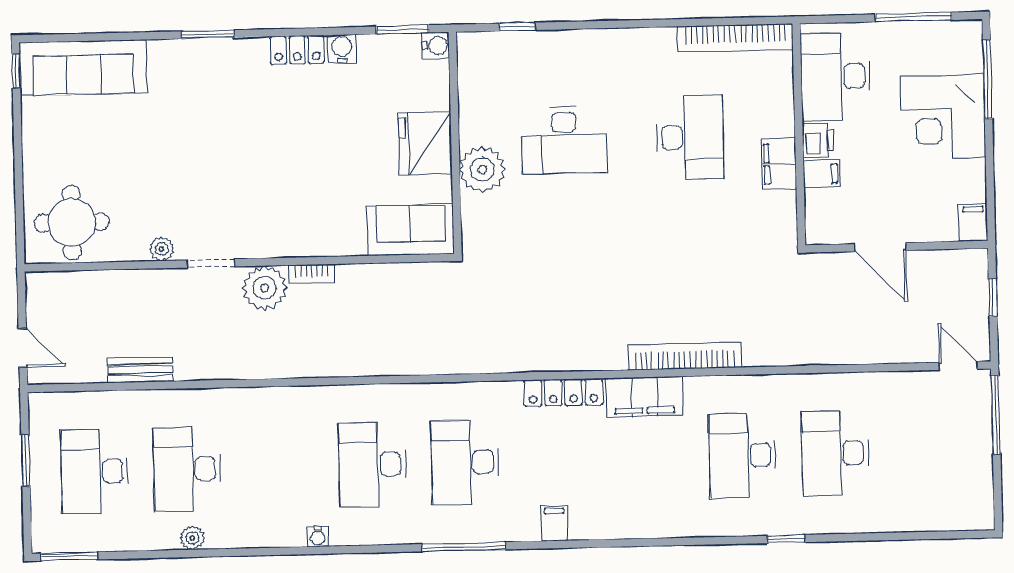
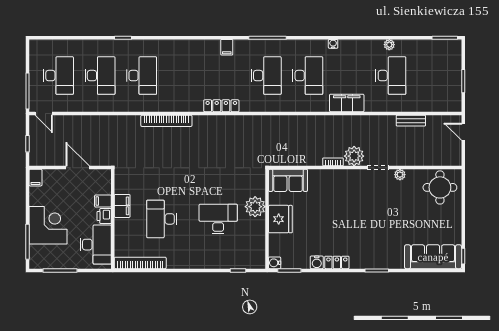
filing cabinet: (645, 397) -> (347, 103), moved
desk: (95, 471) -> (58, 76), moved

